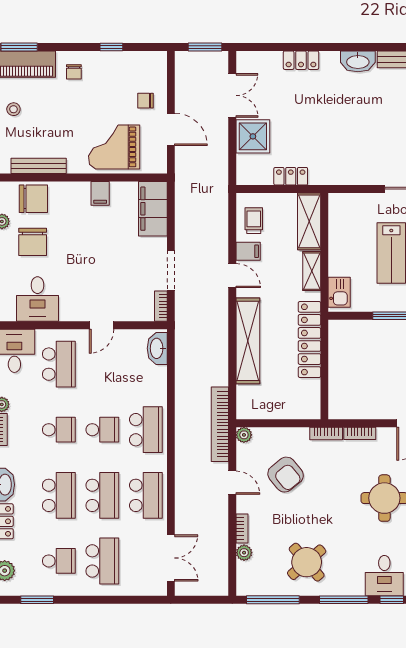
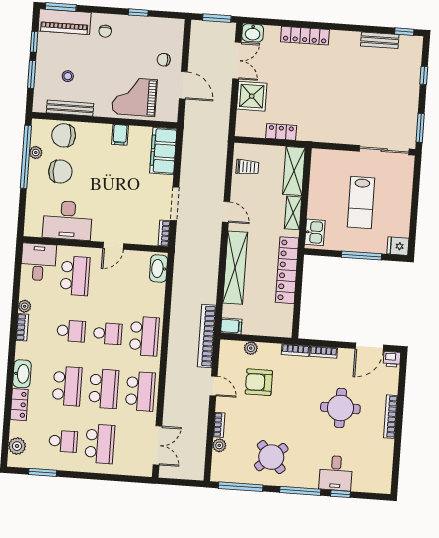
locker: (301, 60) -> (305, 36), width x1.53
washbasin: (358, 61) -> (253, 33), moved, width x0.72
stool: (13, 109) -> (68, 76), moved
chair: (33, 199) -> (64, 135), turned 180
trolley: (254, 221) -> (247, 167), turned 90
chair: (33, 242) -> (60, 172), turned -90
filing cabinet: (248, 251) -> (231, 326), moved
desk: (38, 299) -> (68, 220), width x1.37
plant: (244, 435) -> (251, 348), moved
armchair: (286, 475) -> (259, 382), turned 129

